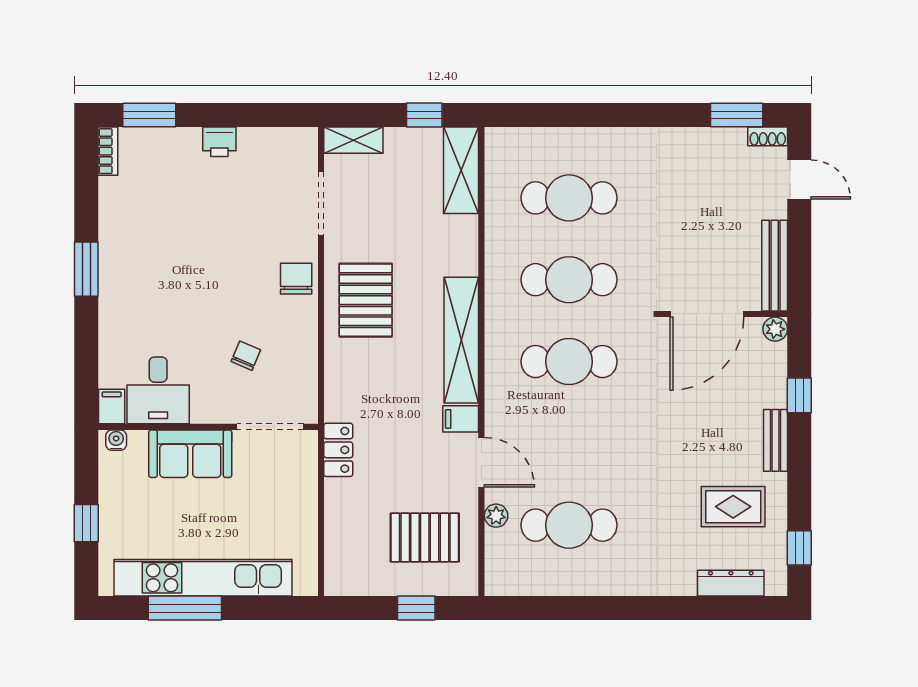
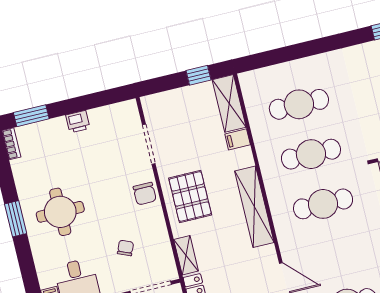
shelving: (353, 140) -> (186, 255), moved, turned 90
round table: (158, 275) -> (60, 212), added
chair: (296, 279) -> (145, 194), turned 180
filing cabinet: (461, 419) -> (238, 139), moved

